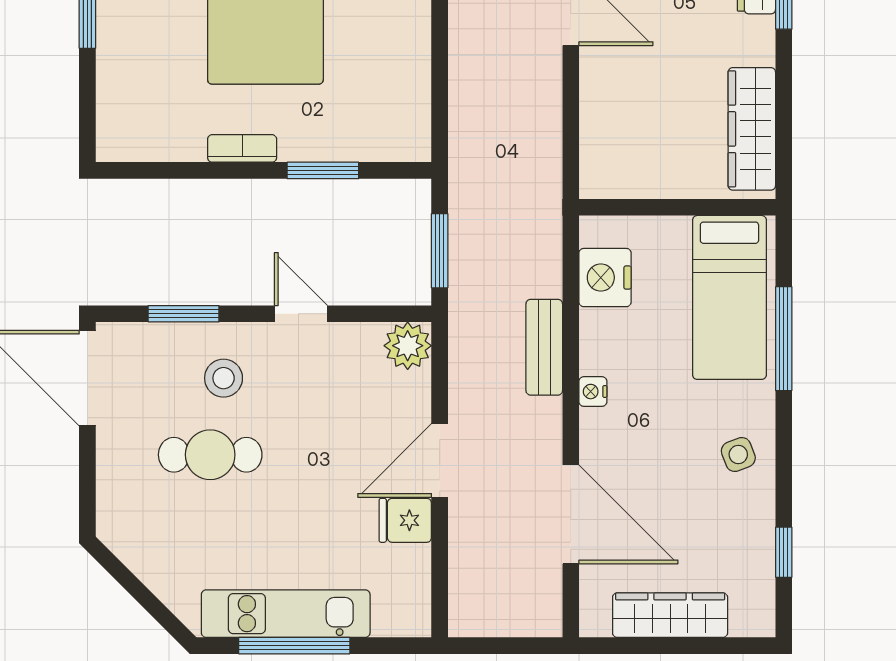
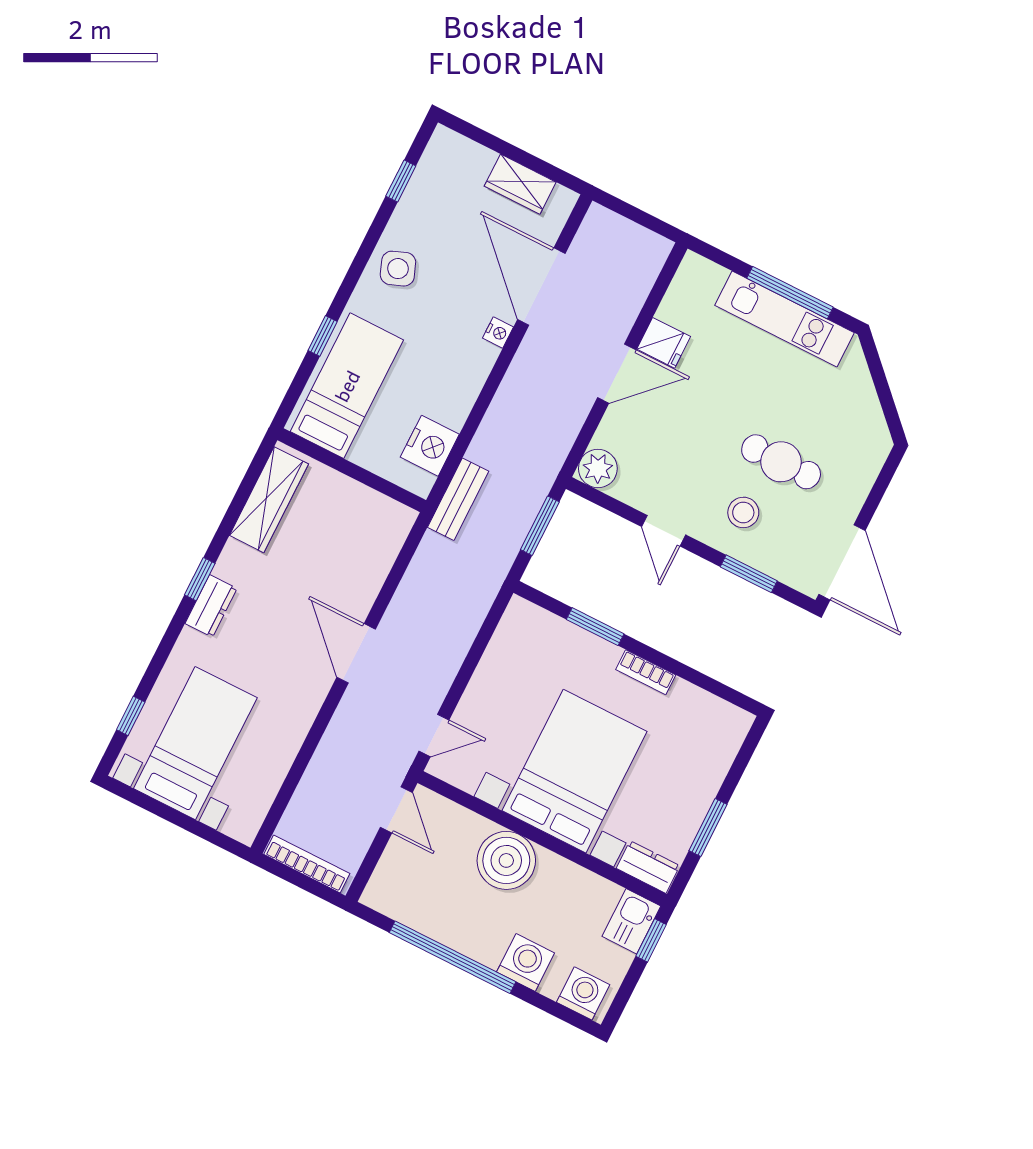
window: (784, 339) -> (323, 336), width x0.46
bench: (544, 347) -> (458, 499), moved
nightstand: (593, 392) -> (498, 332), moved
side table: (738, 454) -> (398, 269), width x1.37, depth x1.37
wardrobe: (670, 615) -> (520, 184), width x0.67

